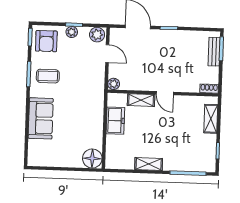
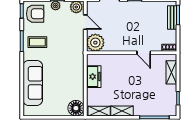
armchair: (46, 41) -> (35, 14), turned -90
plant: (114, 84) -> (95, 43), width x1.88, depth x1.88
door: (165, 93) -> (144, 53), moved
shelving: (141, 100) -> (99, 111), moved
sofa: (41, 118) -> (33, 83), width x1.36

